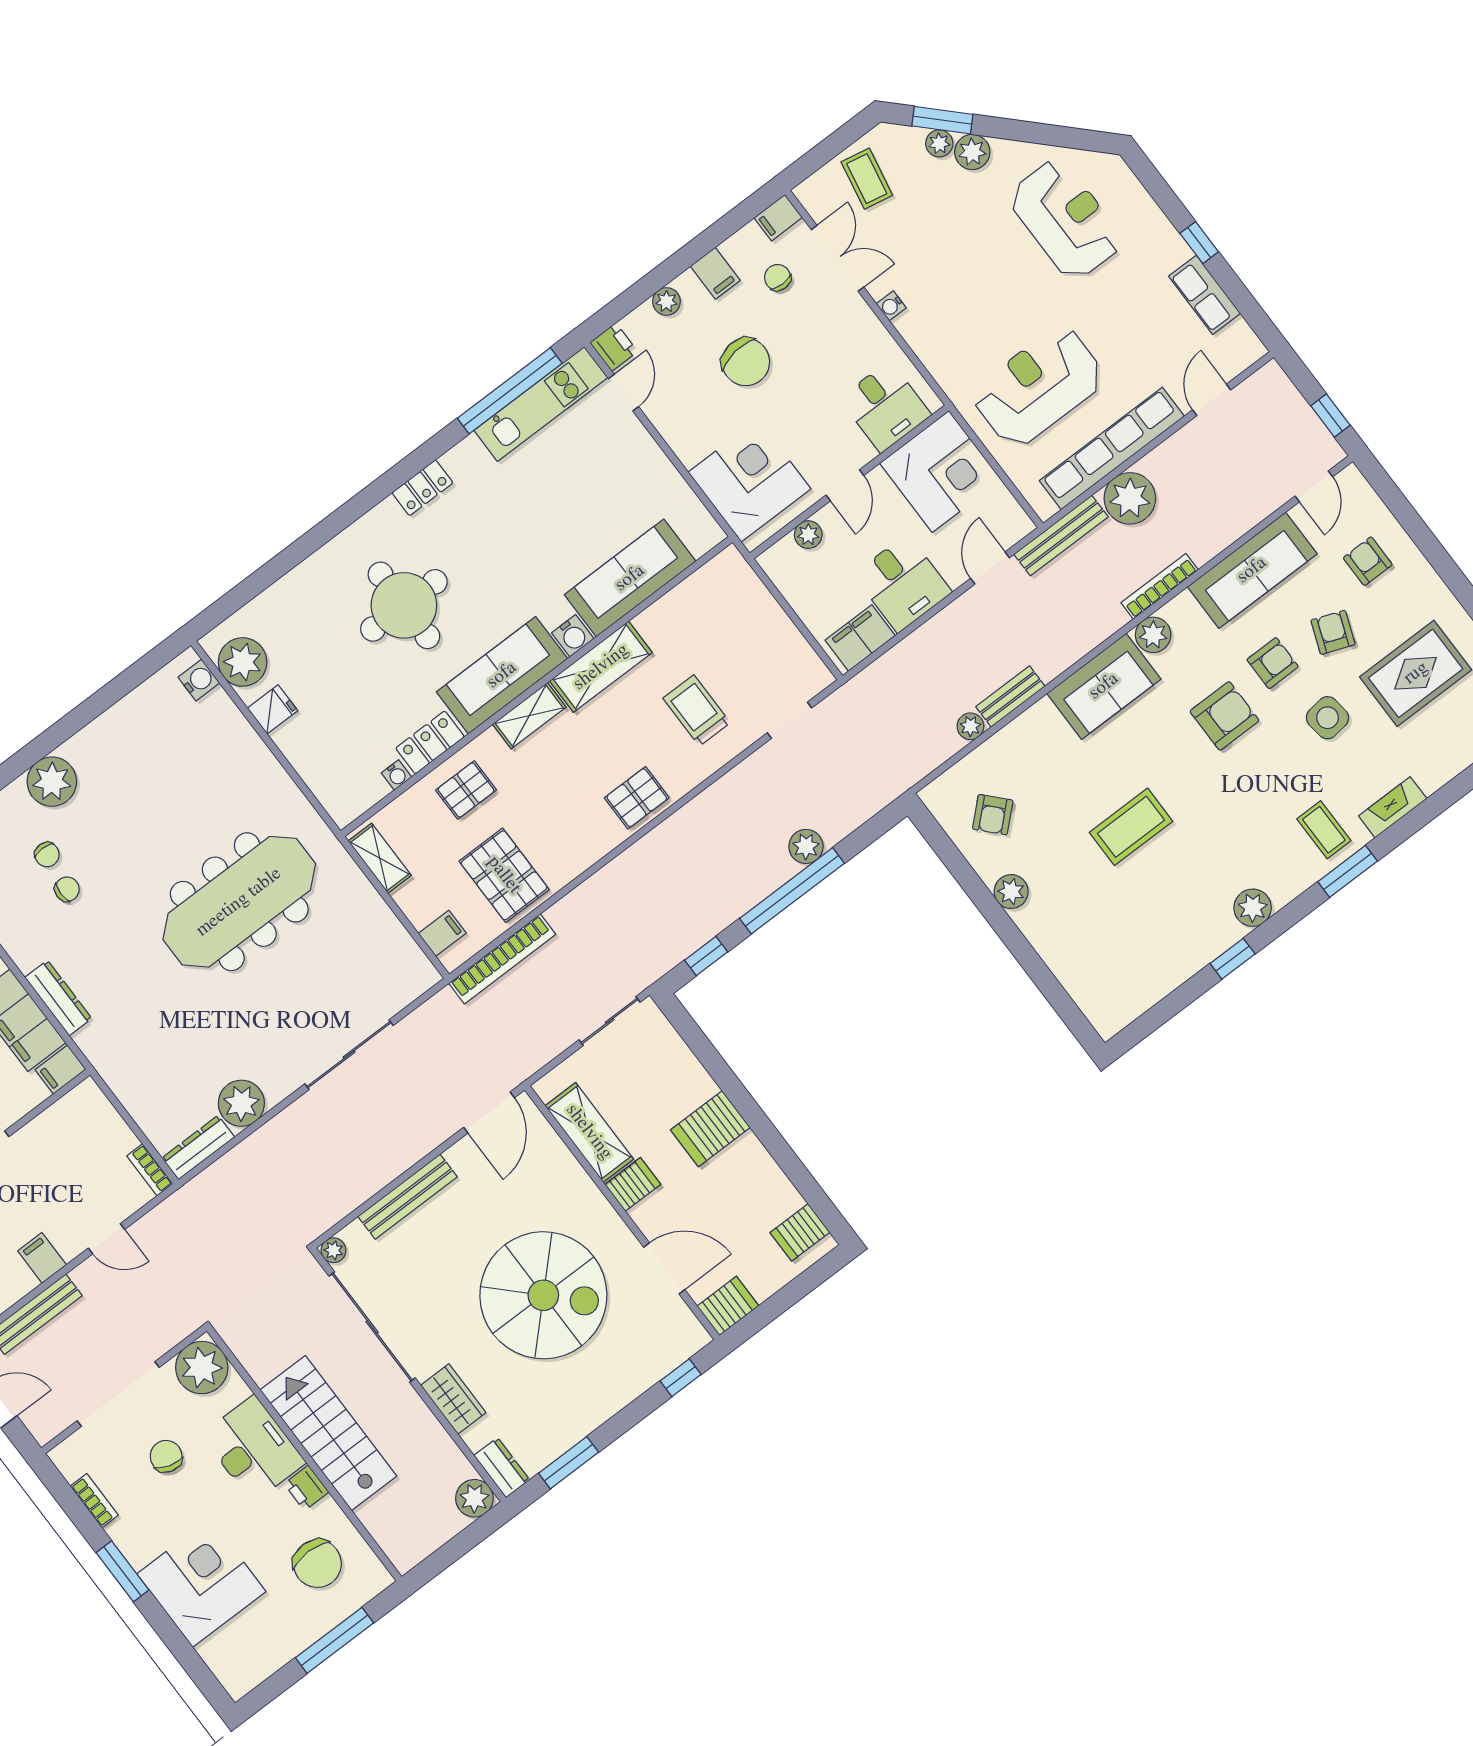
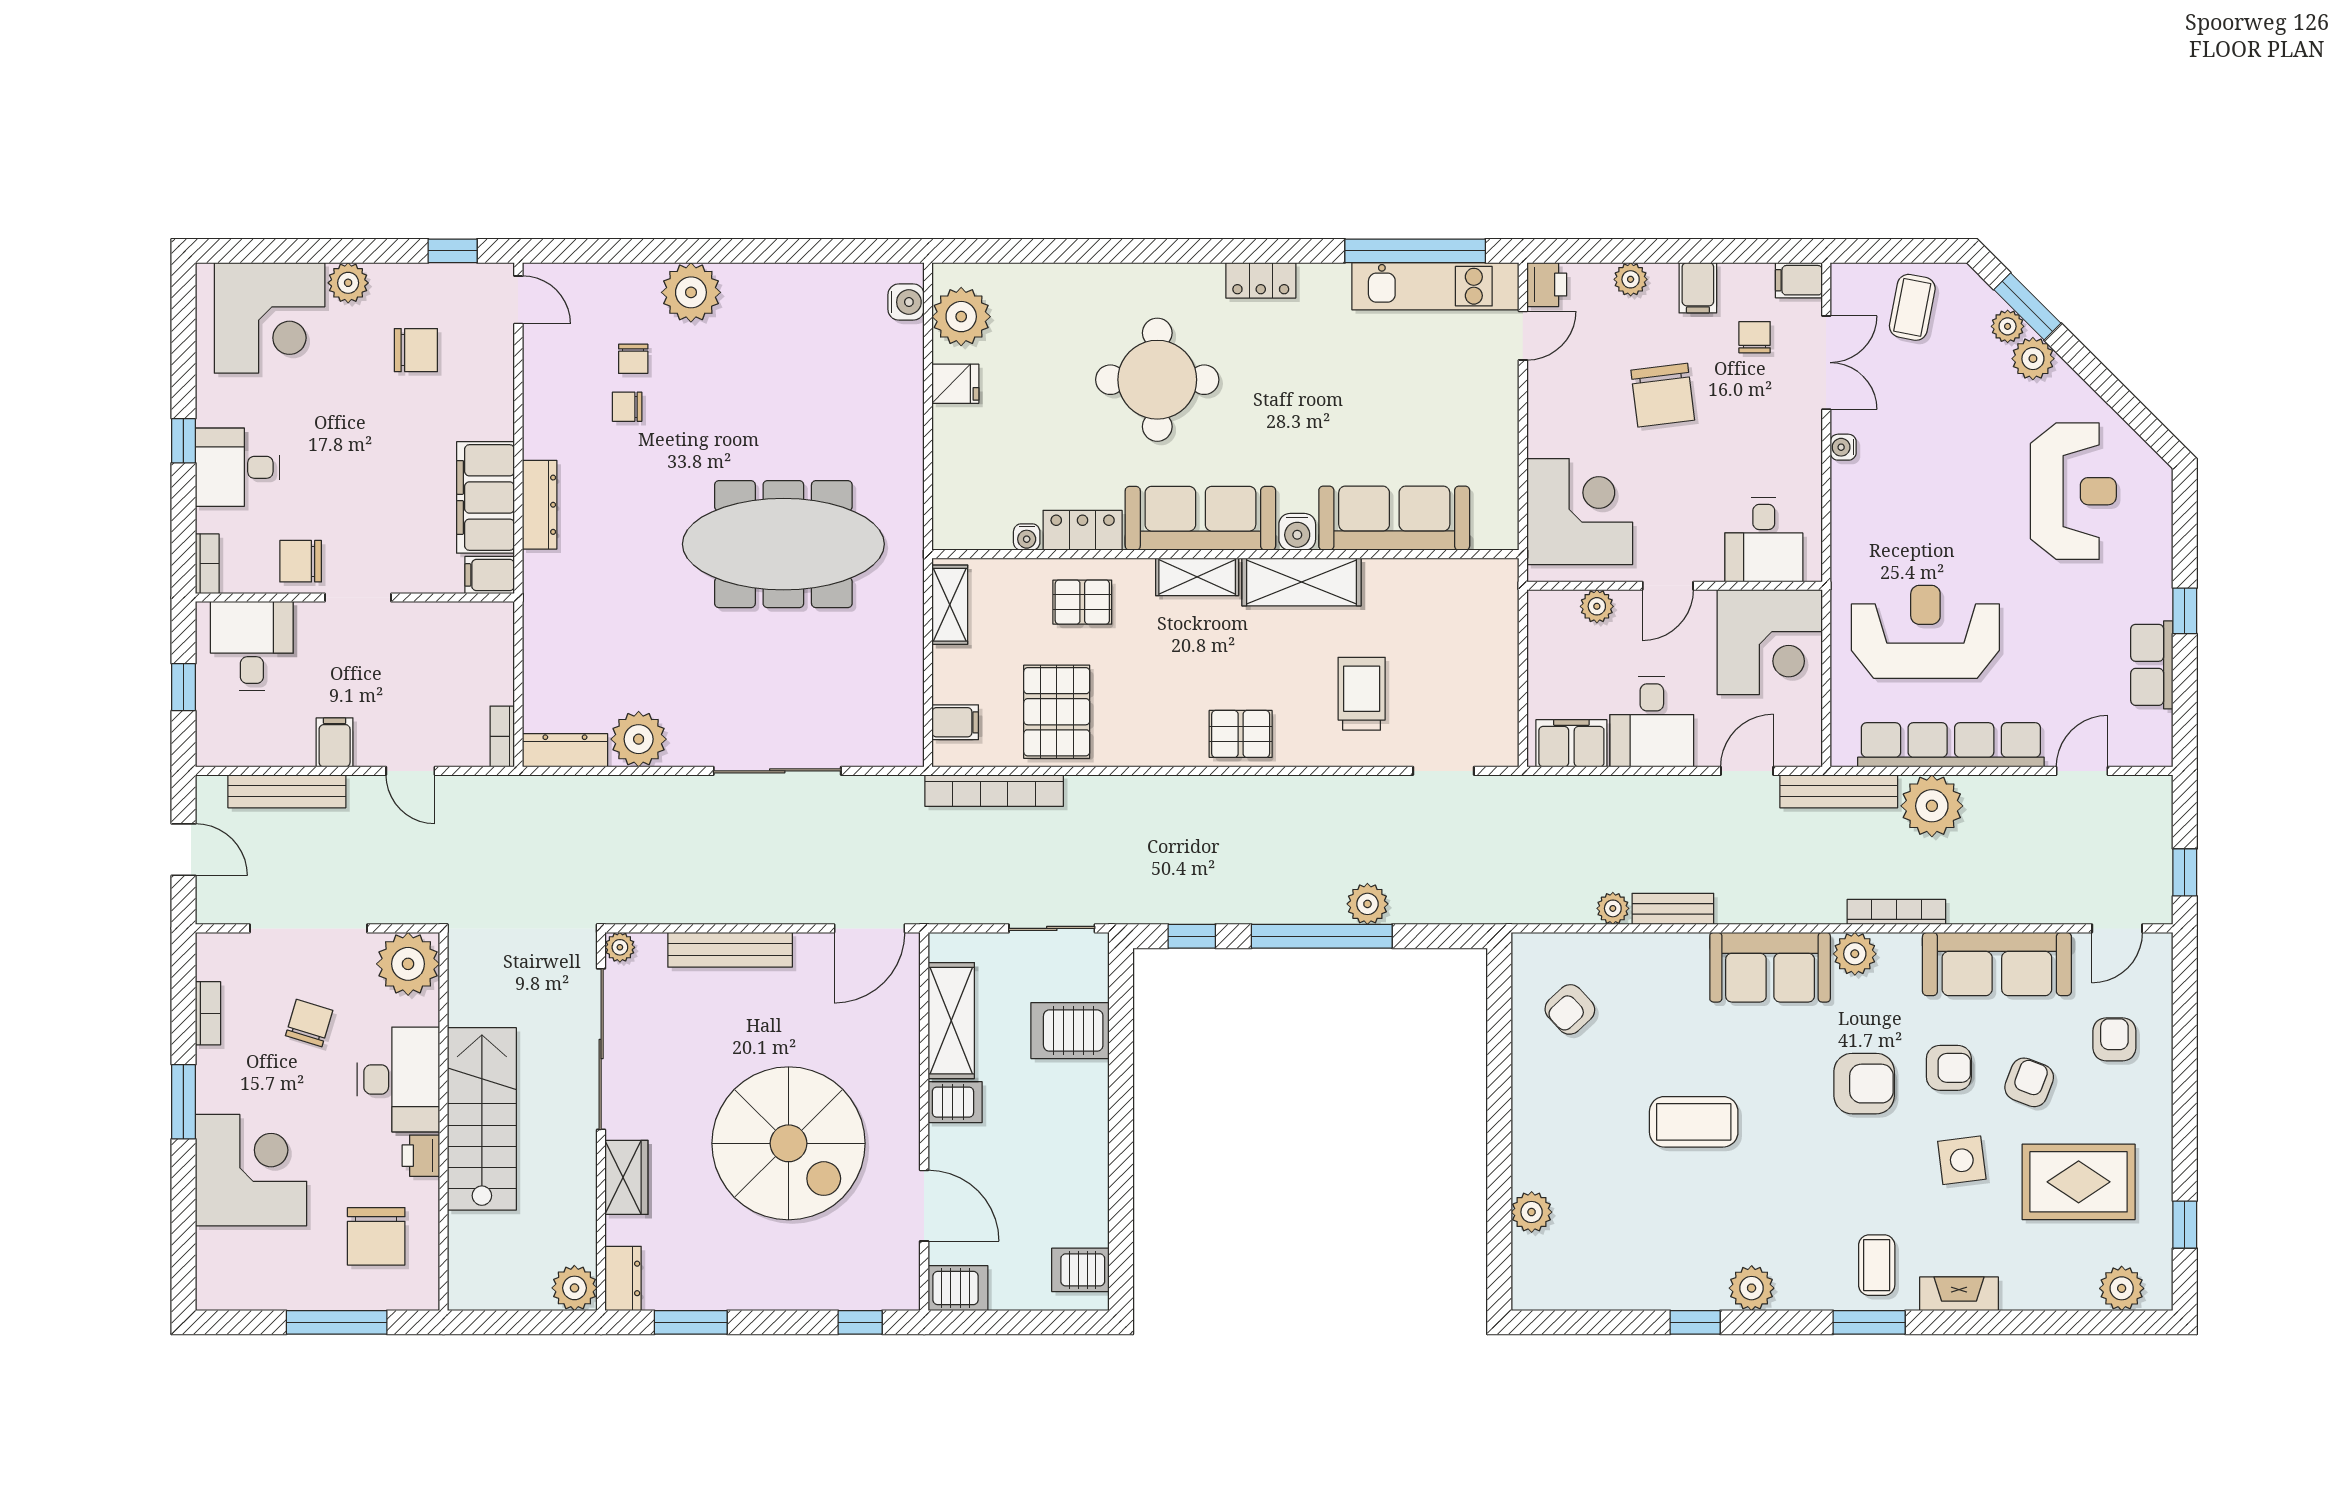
chair: (67, 889) -> (627, 407), turned 180
plant: (1011, 892) -> (1532, 1212), moved
server rack: (710, 1129) -> (1070, 1031), moved

